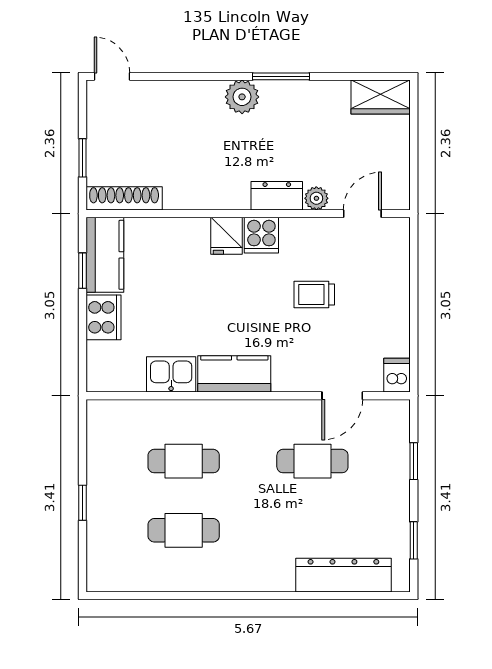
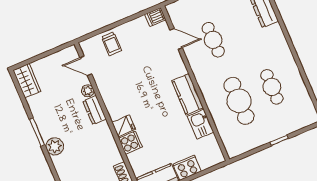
cooker: (261, 235) -> (130, 143), moved
trolley: (314, 294) -> (111, 44), moved
cafe table: (184, 461) -> (239, 101), width x1.37, depth x1.35

